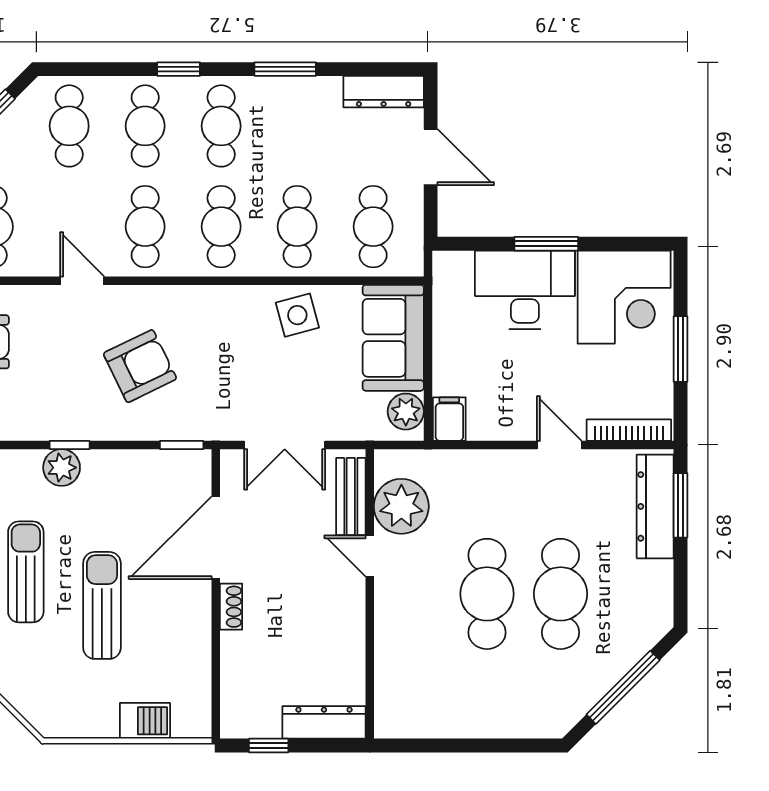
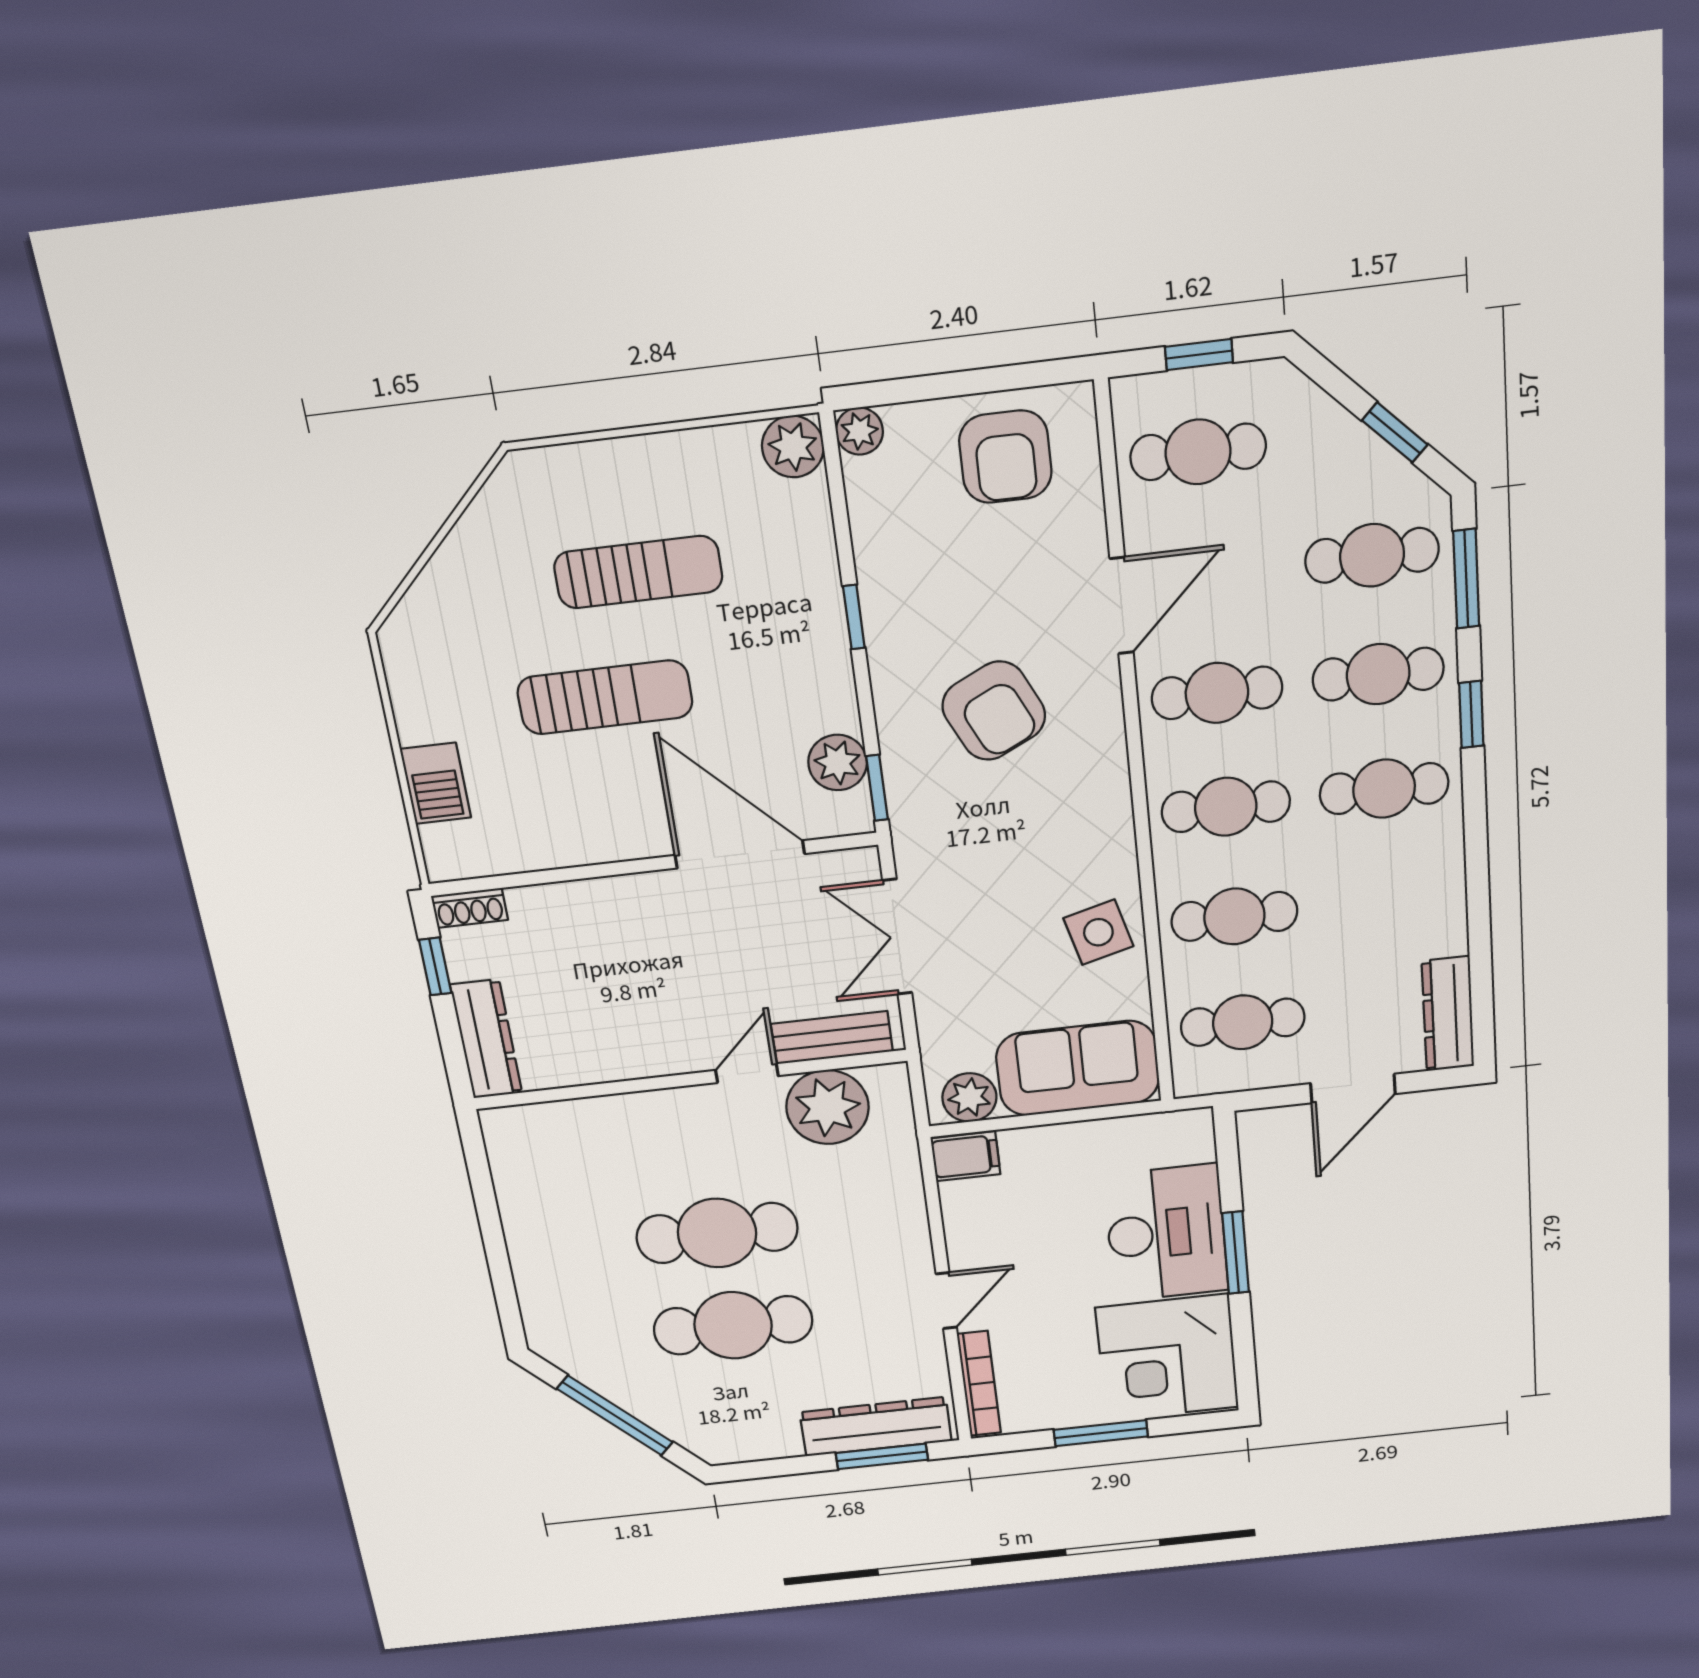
window: (285, 69) -> (1466, 579), moved
door: (82, 281) -> (1122, 606), width x1.38
plant: (62, 468) -> (838, 763), moved
shoe rack: (231, 607) -> (470, 908), moved

